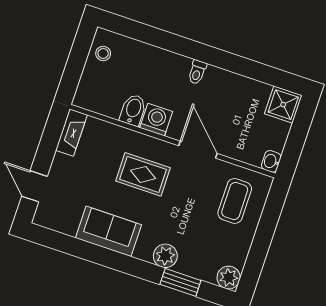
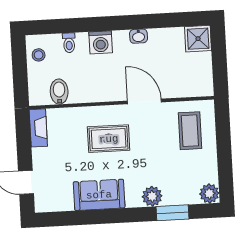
toilet: (197, 72) -> (69, 43), moved
bidet: (133, 110) -> (59, 92), moved
washing machine: (156, 120) -> (101, 42), moved, turned 180
washbasin: (271, 161) -> (139, 36), moved, turned -90

